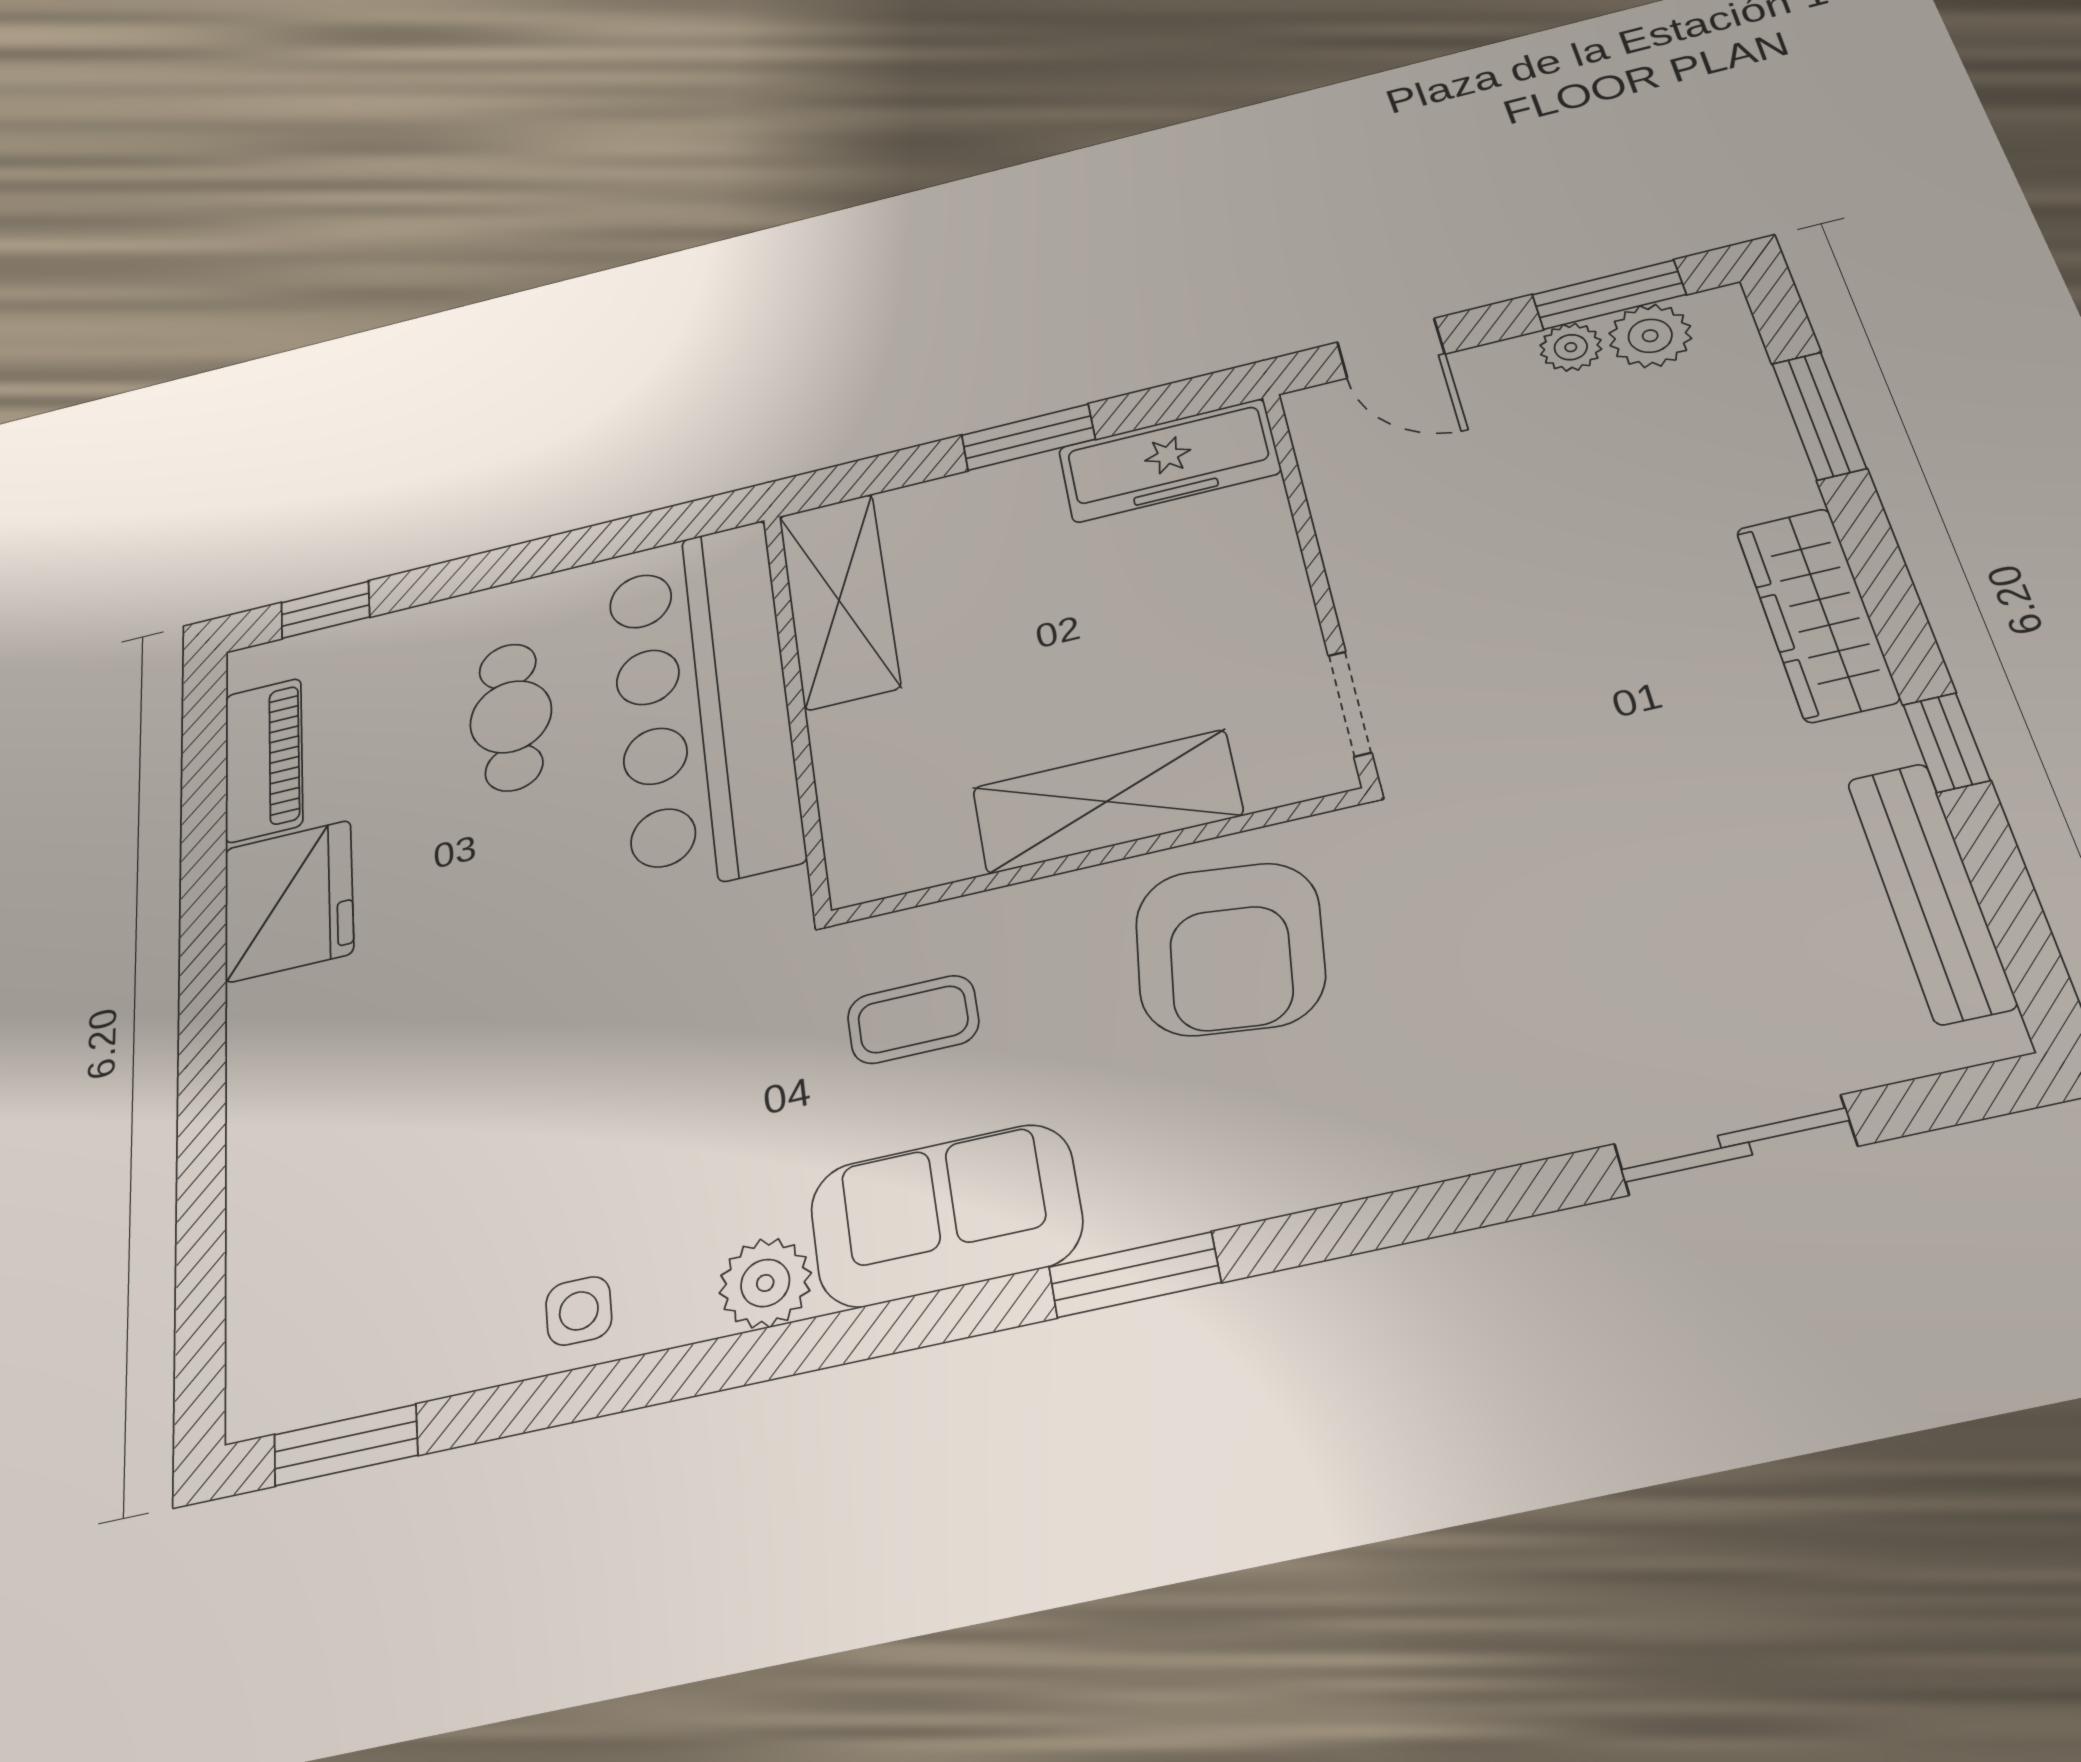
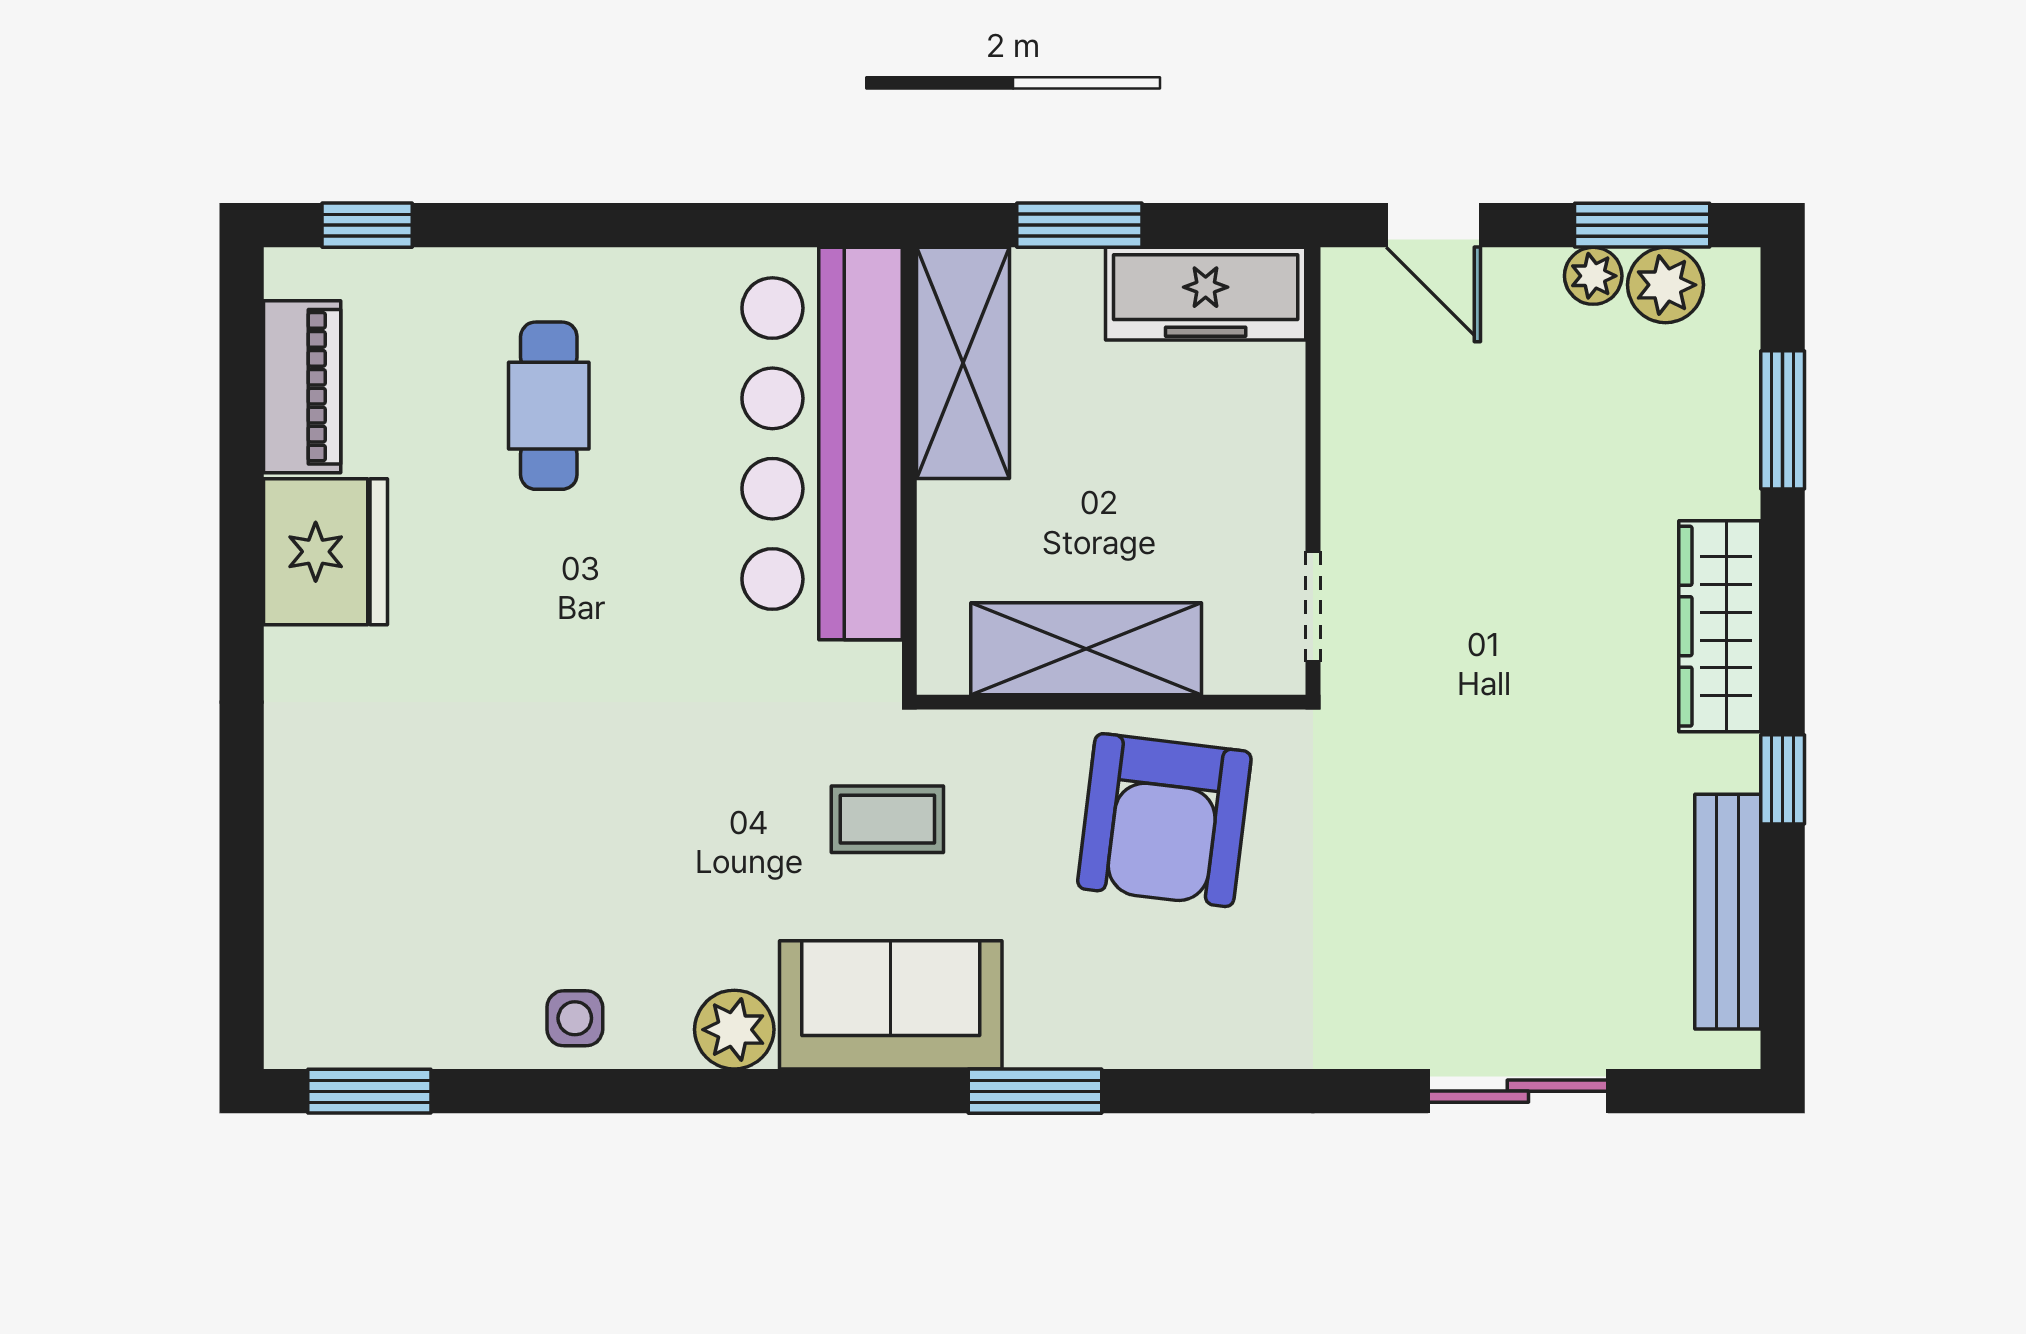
shelving: (839, 600) -> (963, 363), moved
bar counter: (703, 704) -> (822, 444), moved
wall: (796, 707) -> (909, 471), moved

